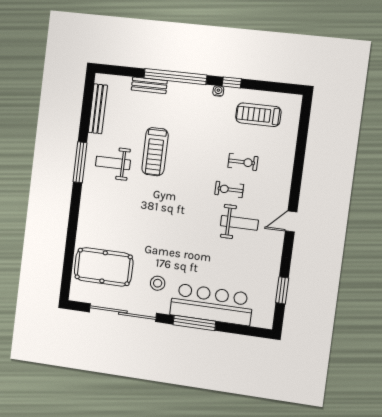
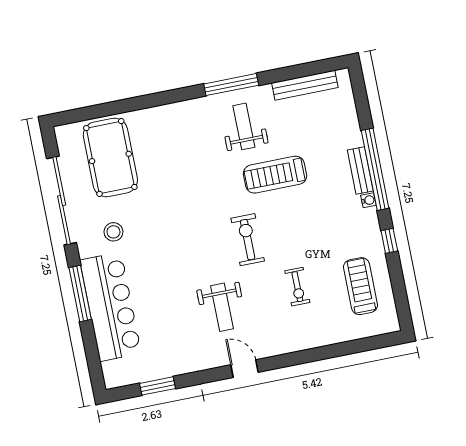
bench: (149, 85) -> (360, 170), moved
water cooler: (218, 91) -> (368, 200), moved
exercise bike: (229, 189) -> (248, 240), moved, width x1.38, depth x1.39

